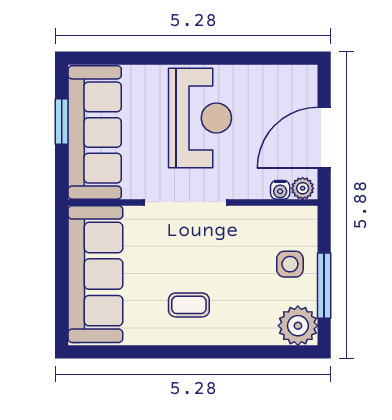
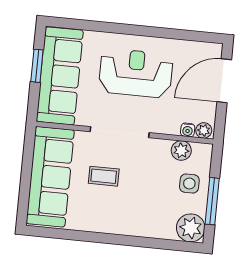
reception desk: (200, 118) -> (136, 73), turned -90
door: (324, 138) -> (224, 81), moved
plant: (274, 219) -> (181, 150), added
coffee table: (189, 305) -> (104, 176), moved

